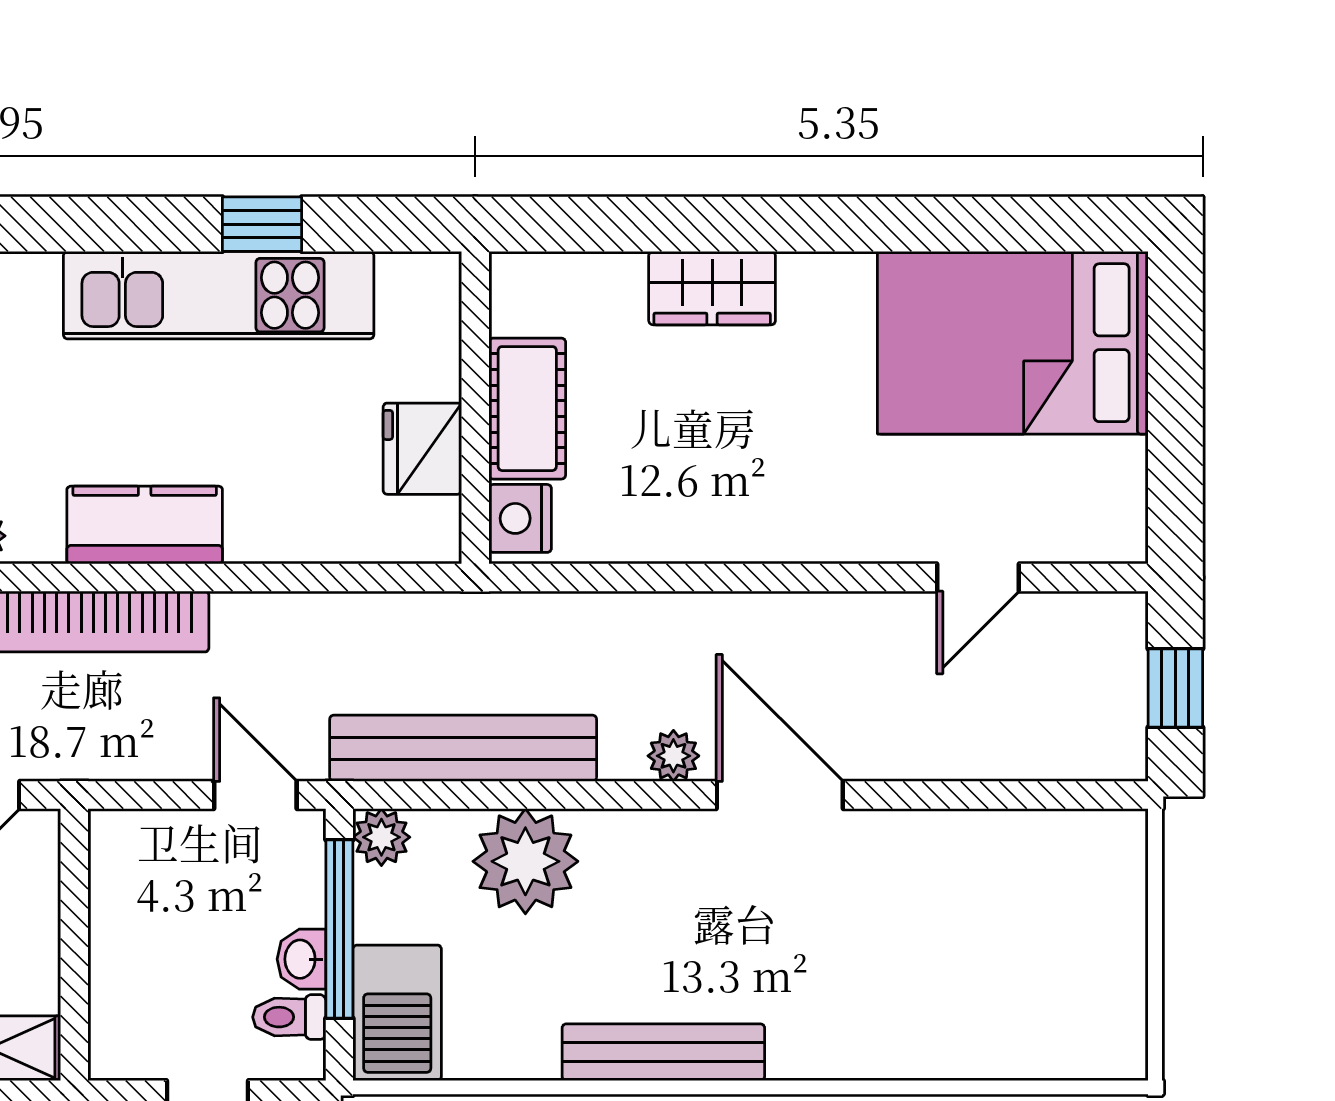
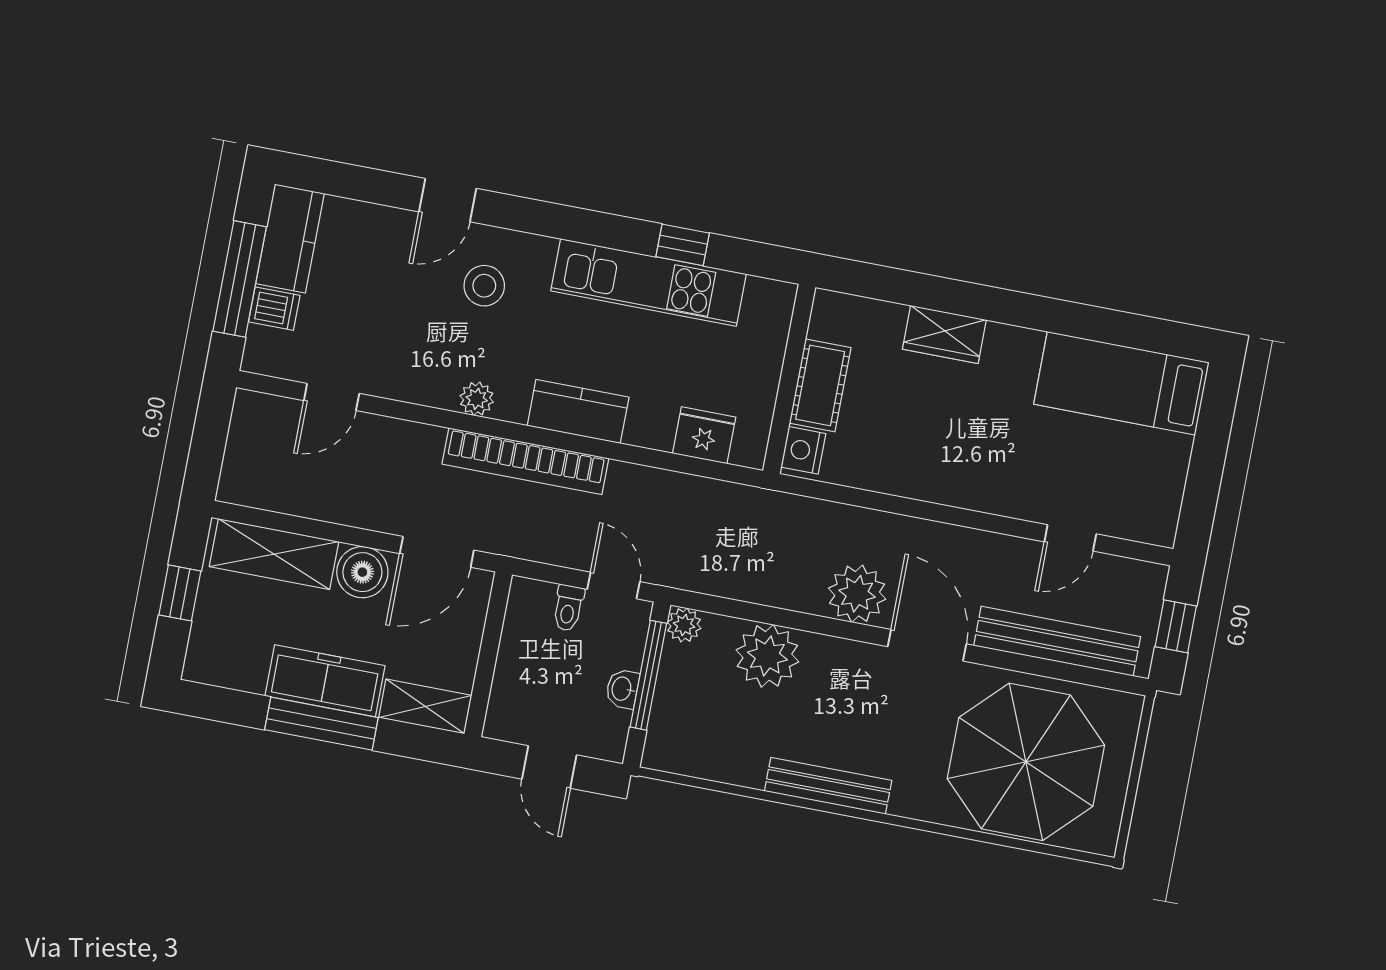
bed: (1013, 343) -> (1121, 383), width x0.67
fridge: (422, 449) -> (704, 435), moved, turned 90
bench: (463, 748) -> (1057, 641), moved
plant: (673, 756) -> (857, 594), width x1.87, depth x1.87
parasol: (975, 953) -> (1026, 762), added
barbecue: (397, 1013) -> (673, 732), removed
toilet: (289, 1017) -> (568, 608), moved, turned -90

